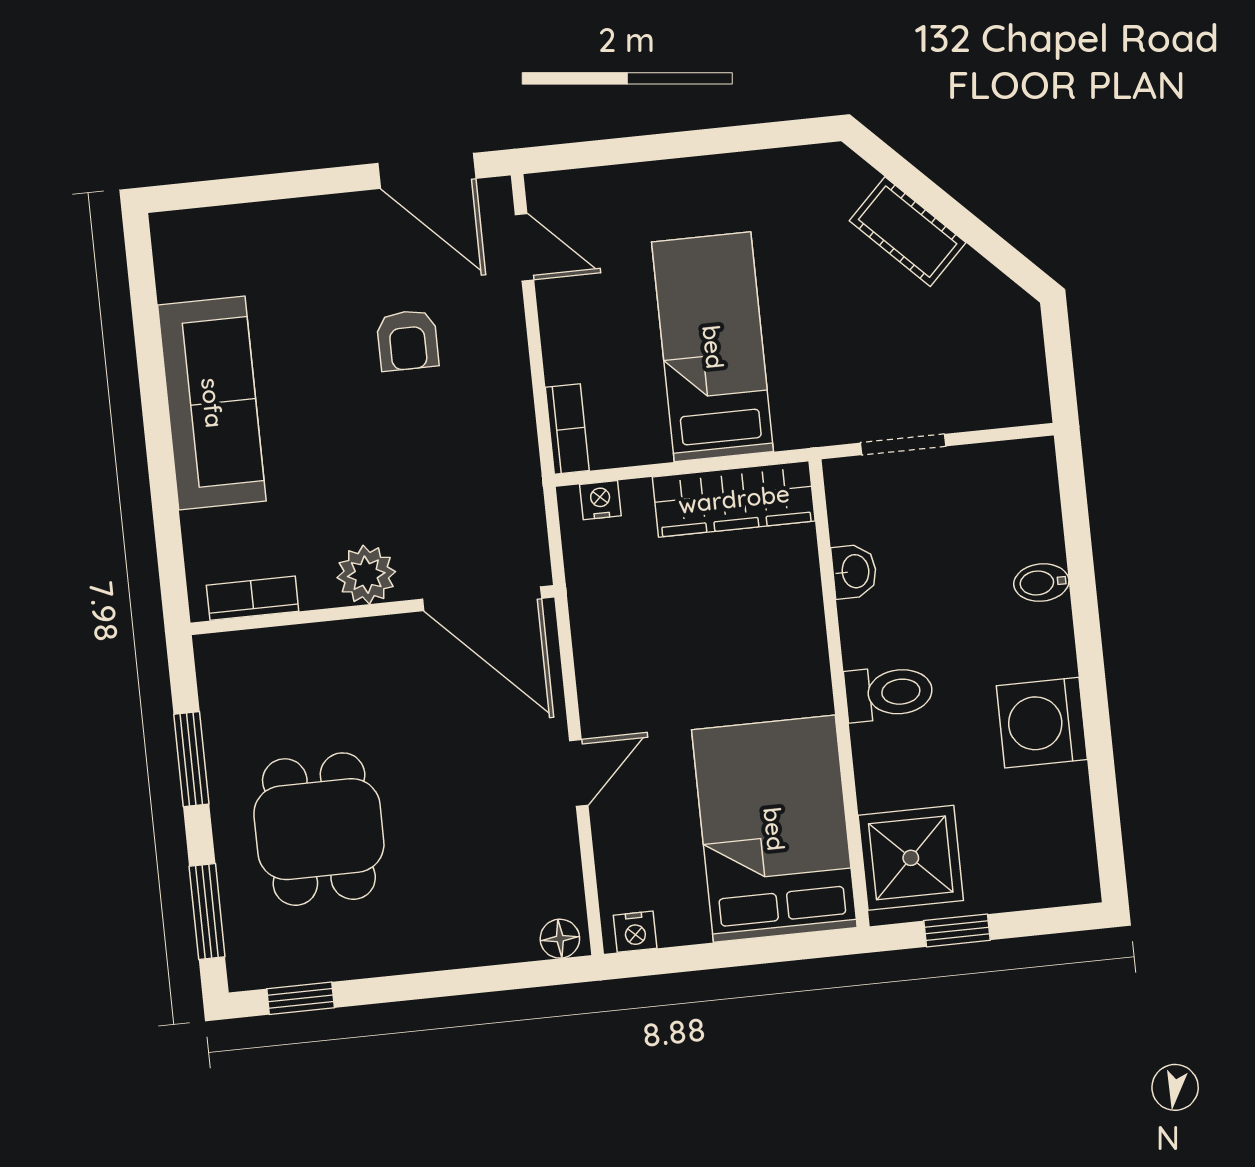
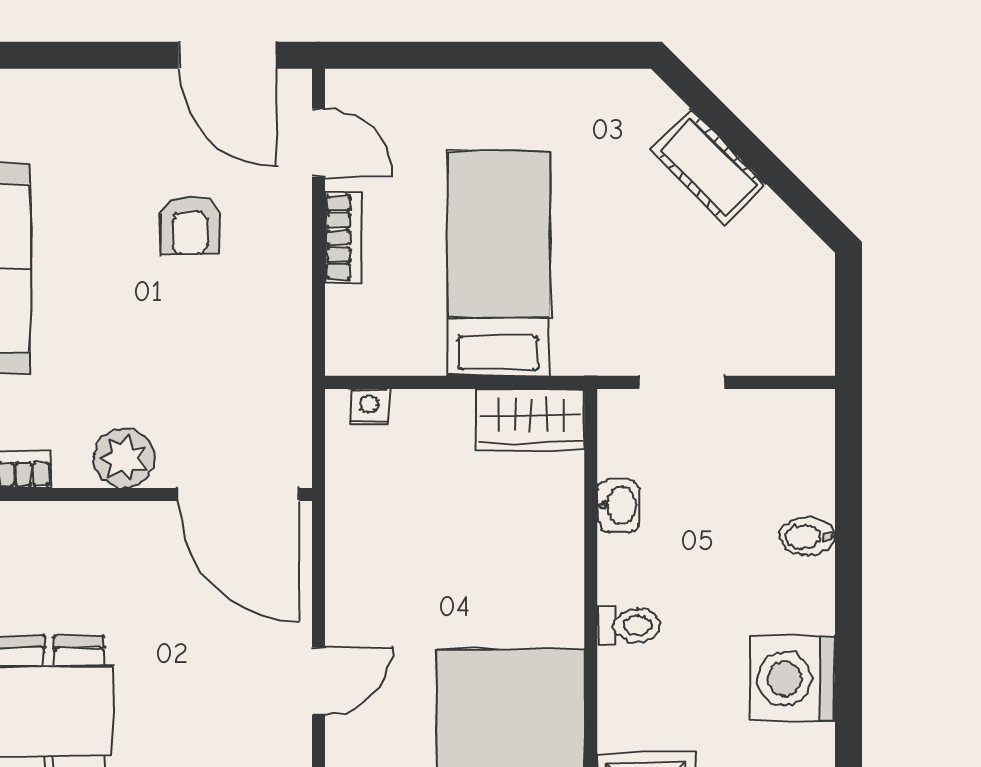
bookcase: (567, 429) -> (343, 237), moved
wardrobe: (734, 499) -> (531, 420), width x0.67
toilet: (889, 693) -> (629, 625), width x0.73, depth x0.72

